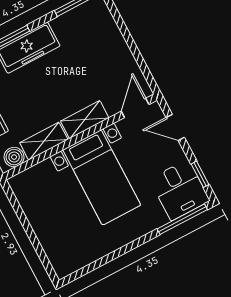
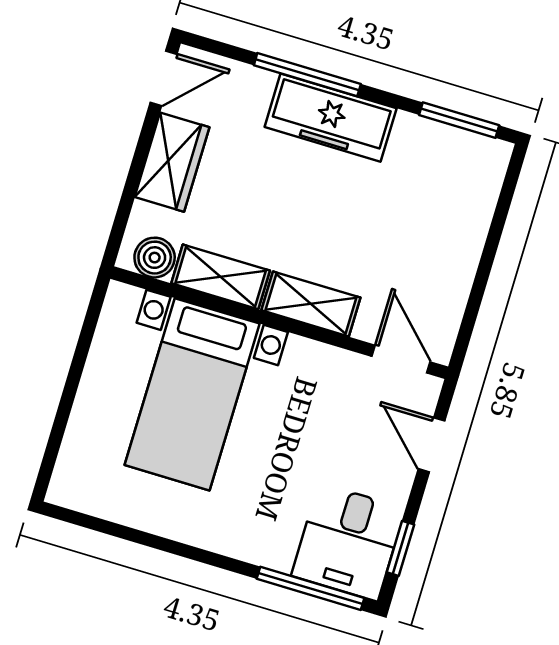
door: (135, 108) -> (401, 359), hinge flipped
bed with nightstands: (102, 177) -> (192, 394), moved

